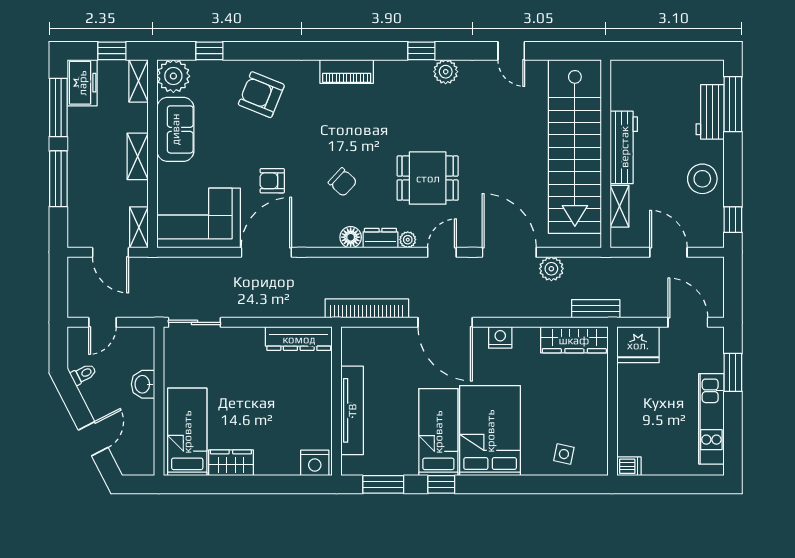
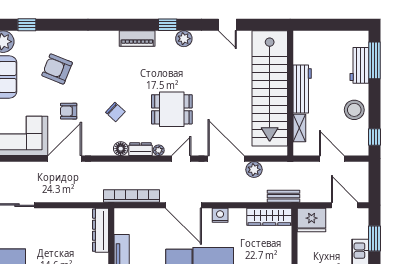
piano: (347, 71) -> (137, 39), moved
armchair: (261, 95) -> (57, 69), moved
dresser: (299, 339) -> (100, 230), moved, turned 90

